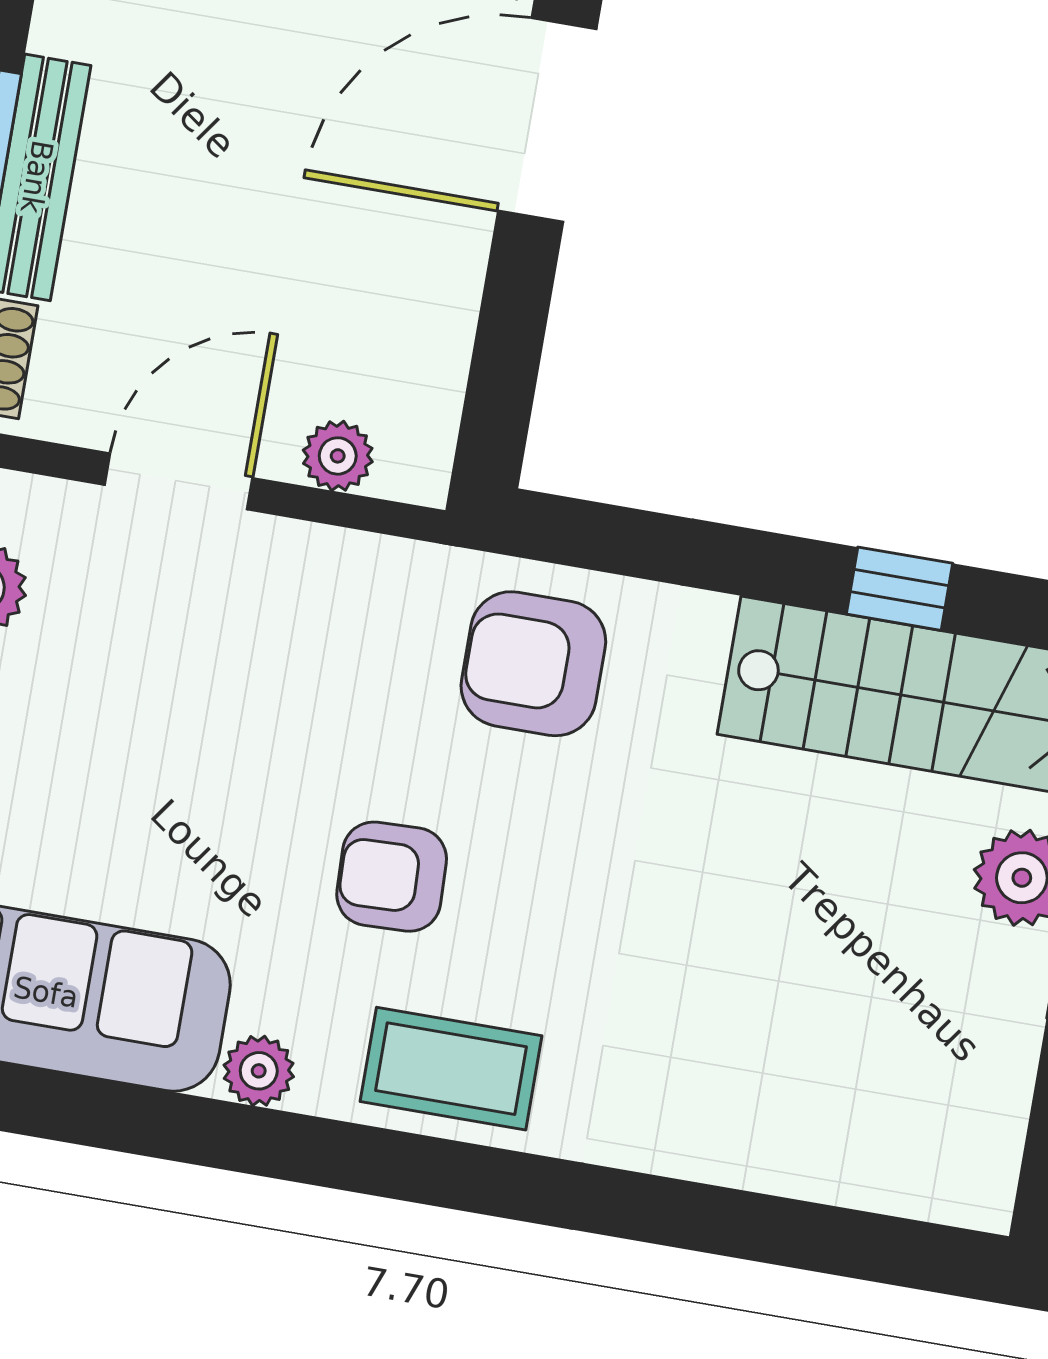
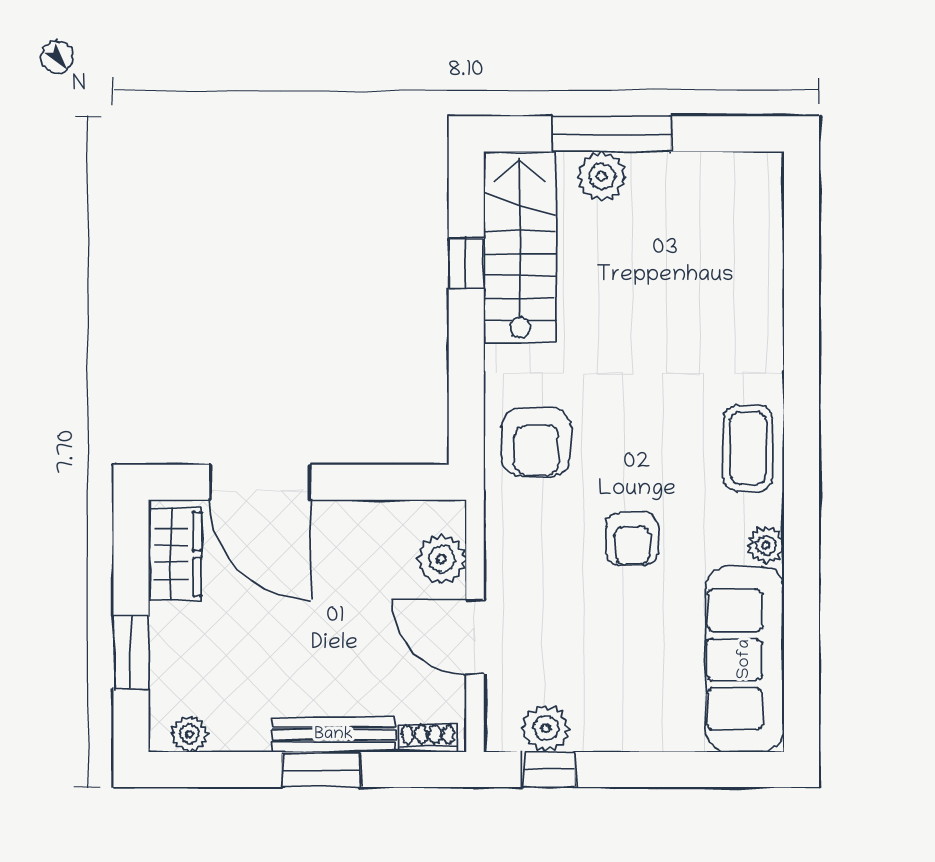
plant: (338, 456) -> (441, 559), width x1.38, depth x1.38
armchair: (392, 877) -> (632, 539), moved

